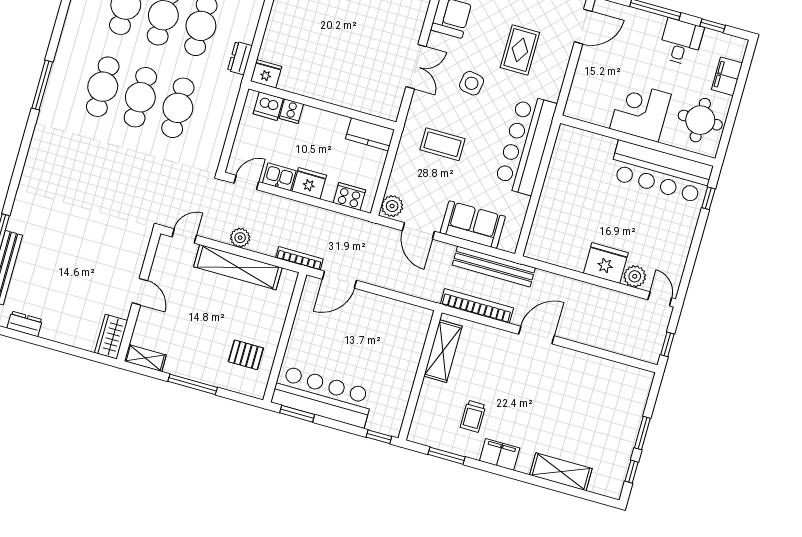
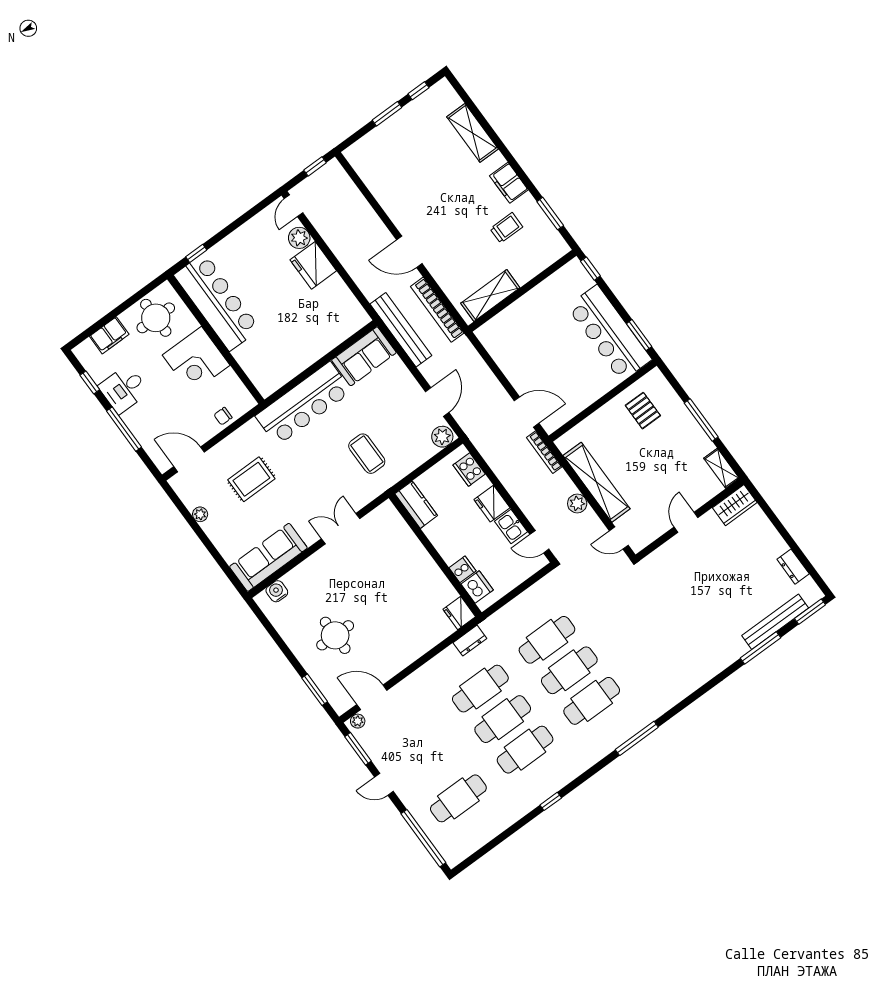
side table: (472, 83) -> (308, 483), removed
chair: (583, 83) -> (223, 416), added
sofa: (473, 225) -> (364, 356), moved, turned -90

